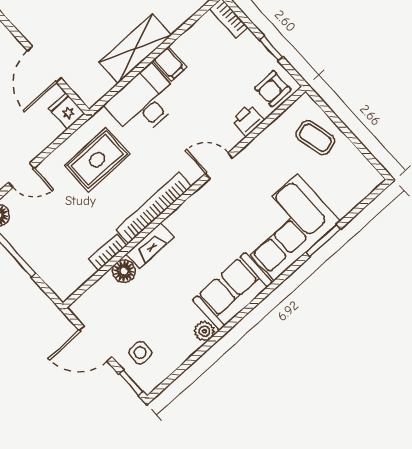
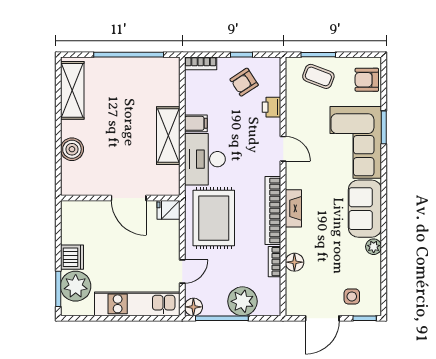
armchair: (273, 89) -> (244, 82), moved, turned 57
window: (335, 119) -> (318, 55), added
coffee table: (315, 138) -> (318, 76), turned 35
rug: (97, 160) -> (214, 218), width x1.36, depth x1.43
door: (219, 166) -> (283, 149), swing flipped
armchair: (353, 185) -> (367, 80), added
fireplace: (150, 245) -> (293, 208), moved
plant: (44, 256) -> (242, 301), added

